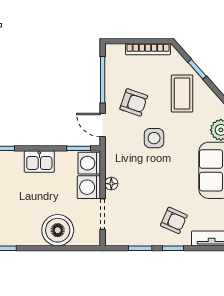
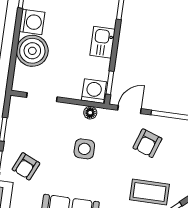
side table: (154, 138) -> (84, 149), moved
floor lamp: (111, 184) -> (90, 113), moved
washing machine: (89, 187) -> (32, 22), moved, turned 90

